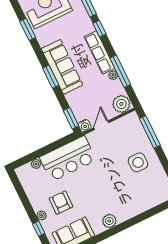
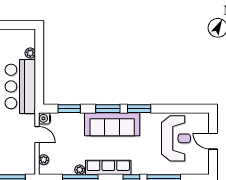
window: (28, 29) -> (139, 109), moved
plant: (121, 104) -> (44, 160), width x0.53, depth x0.53
window: (71, 118) -> (69, 109), moved

